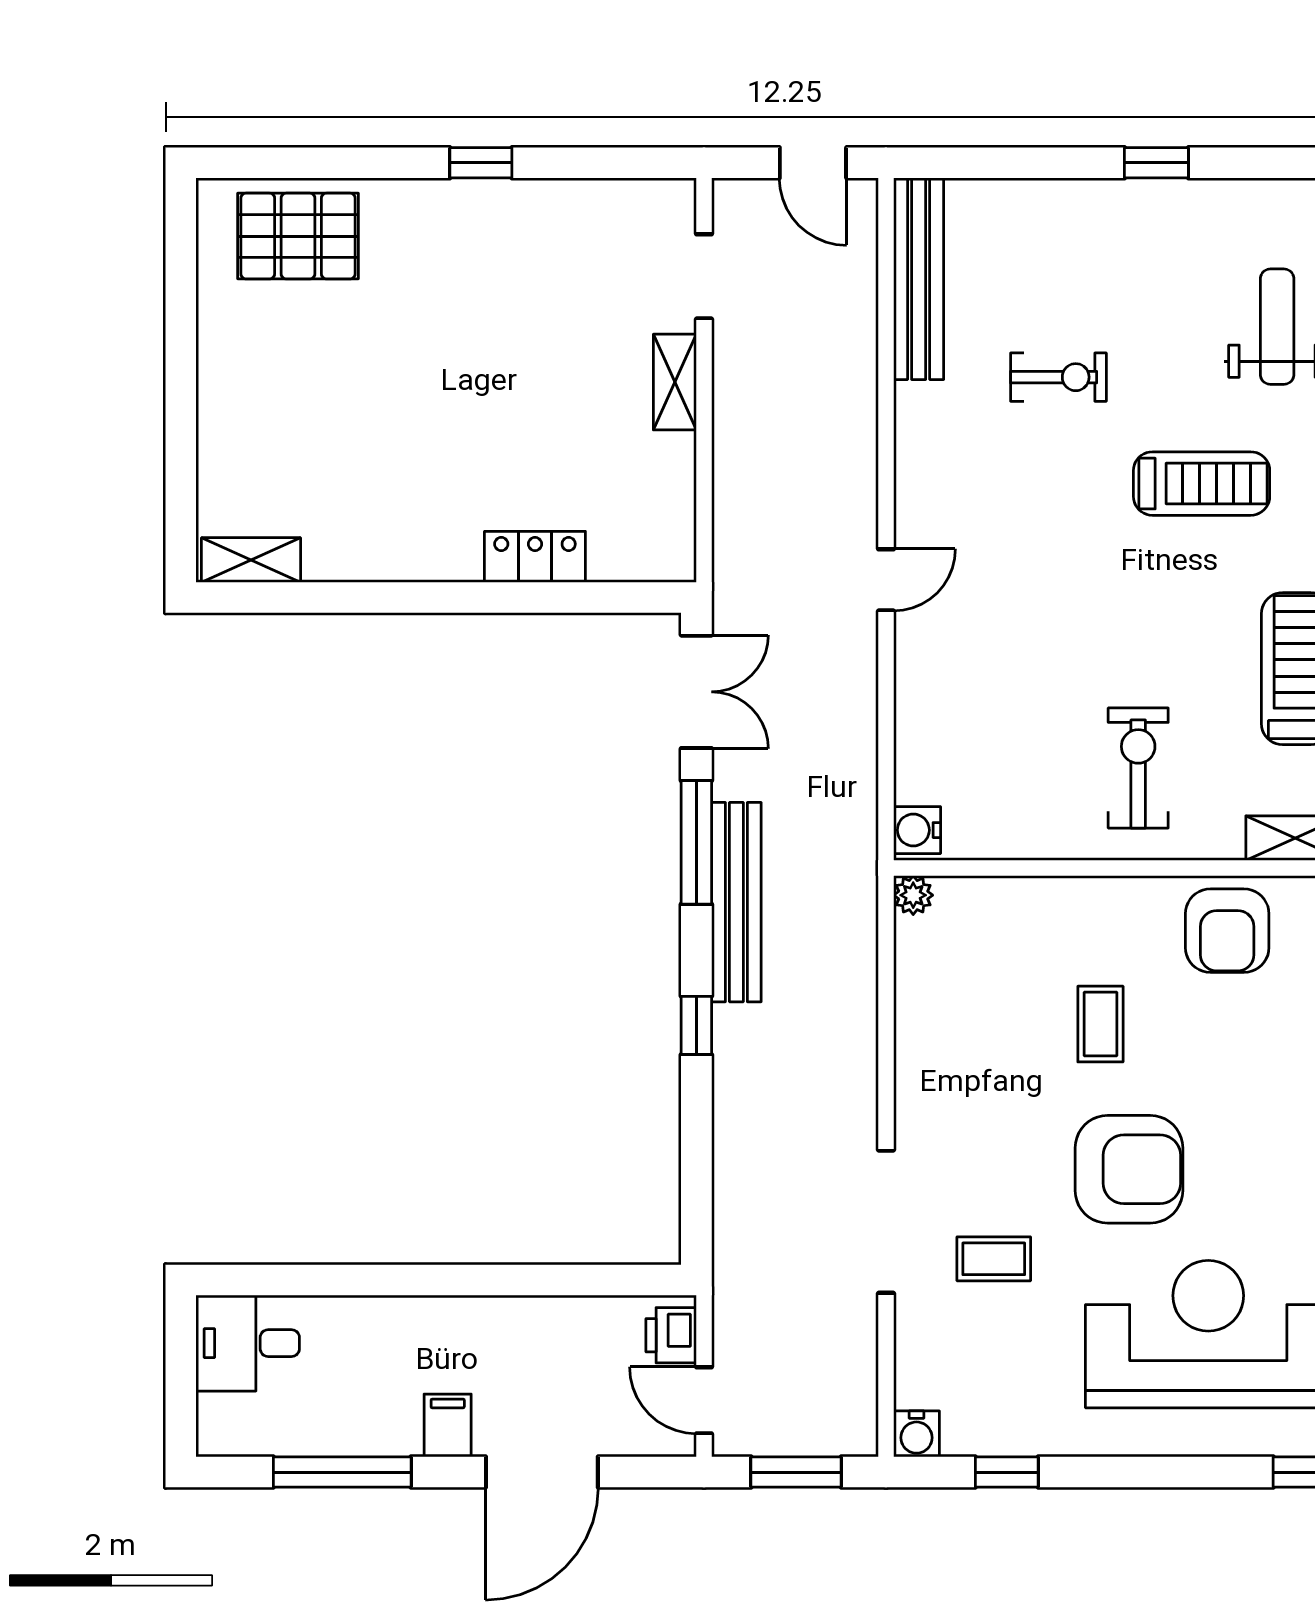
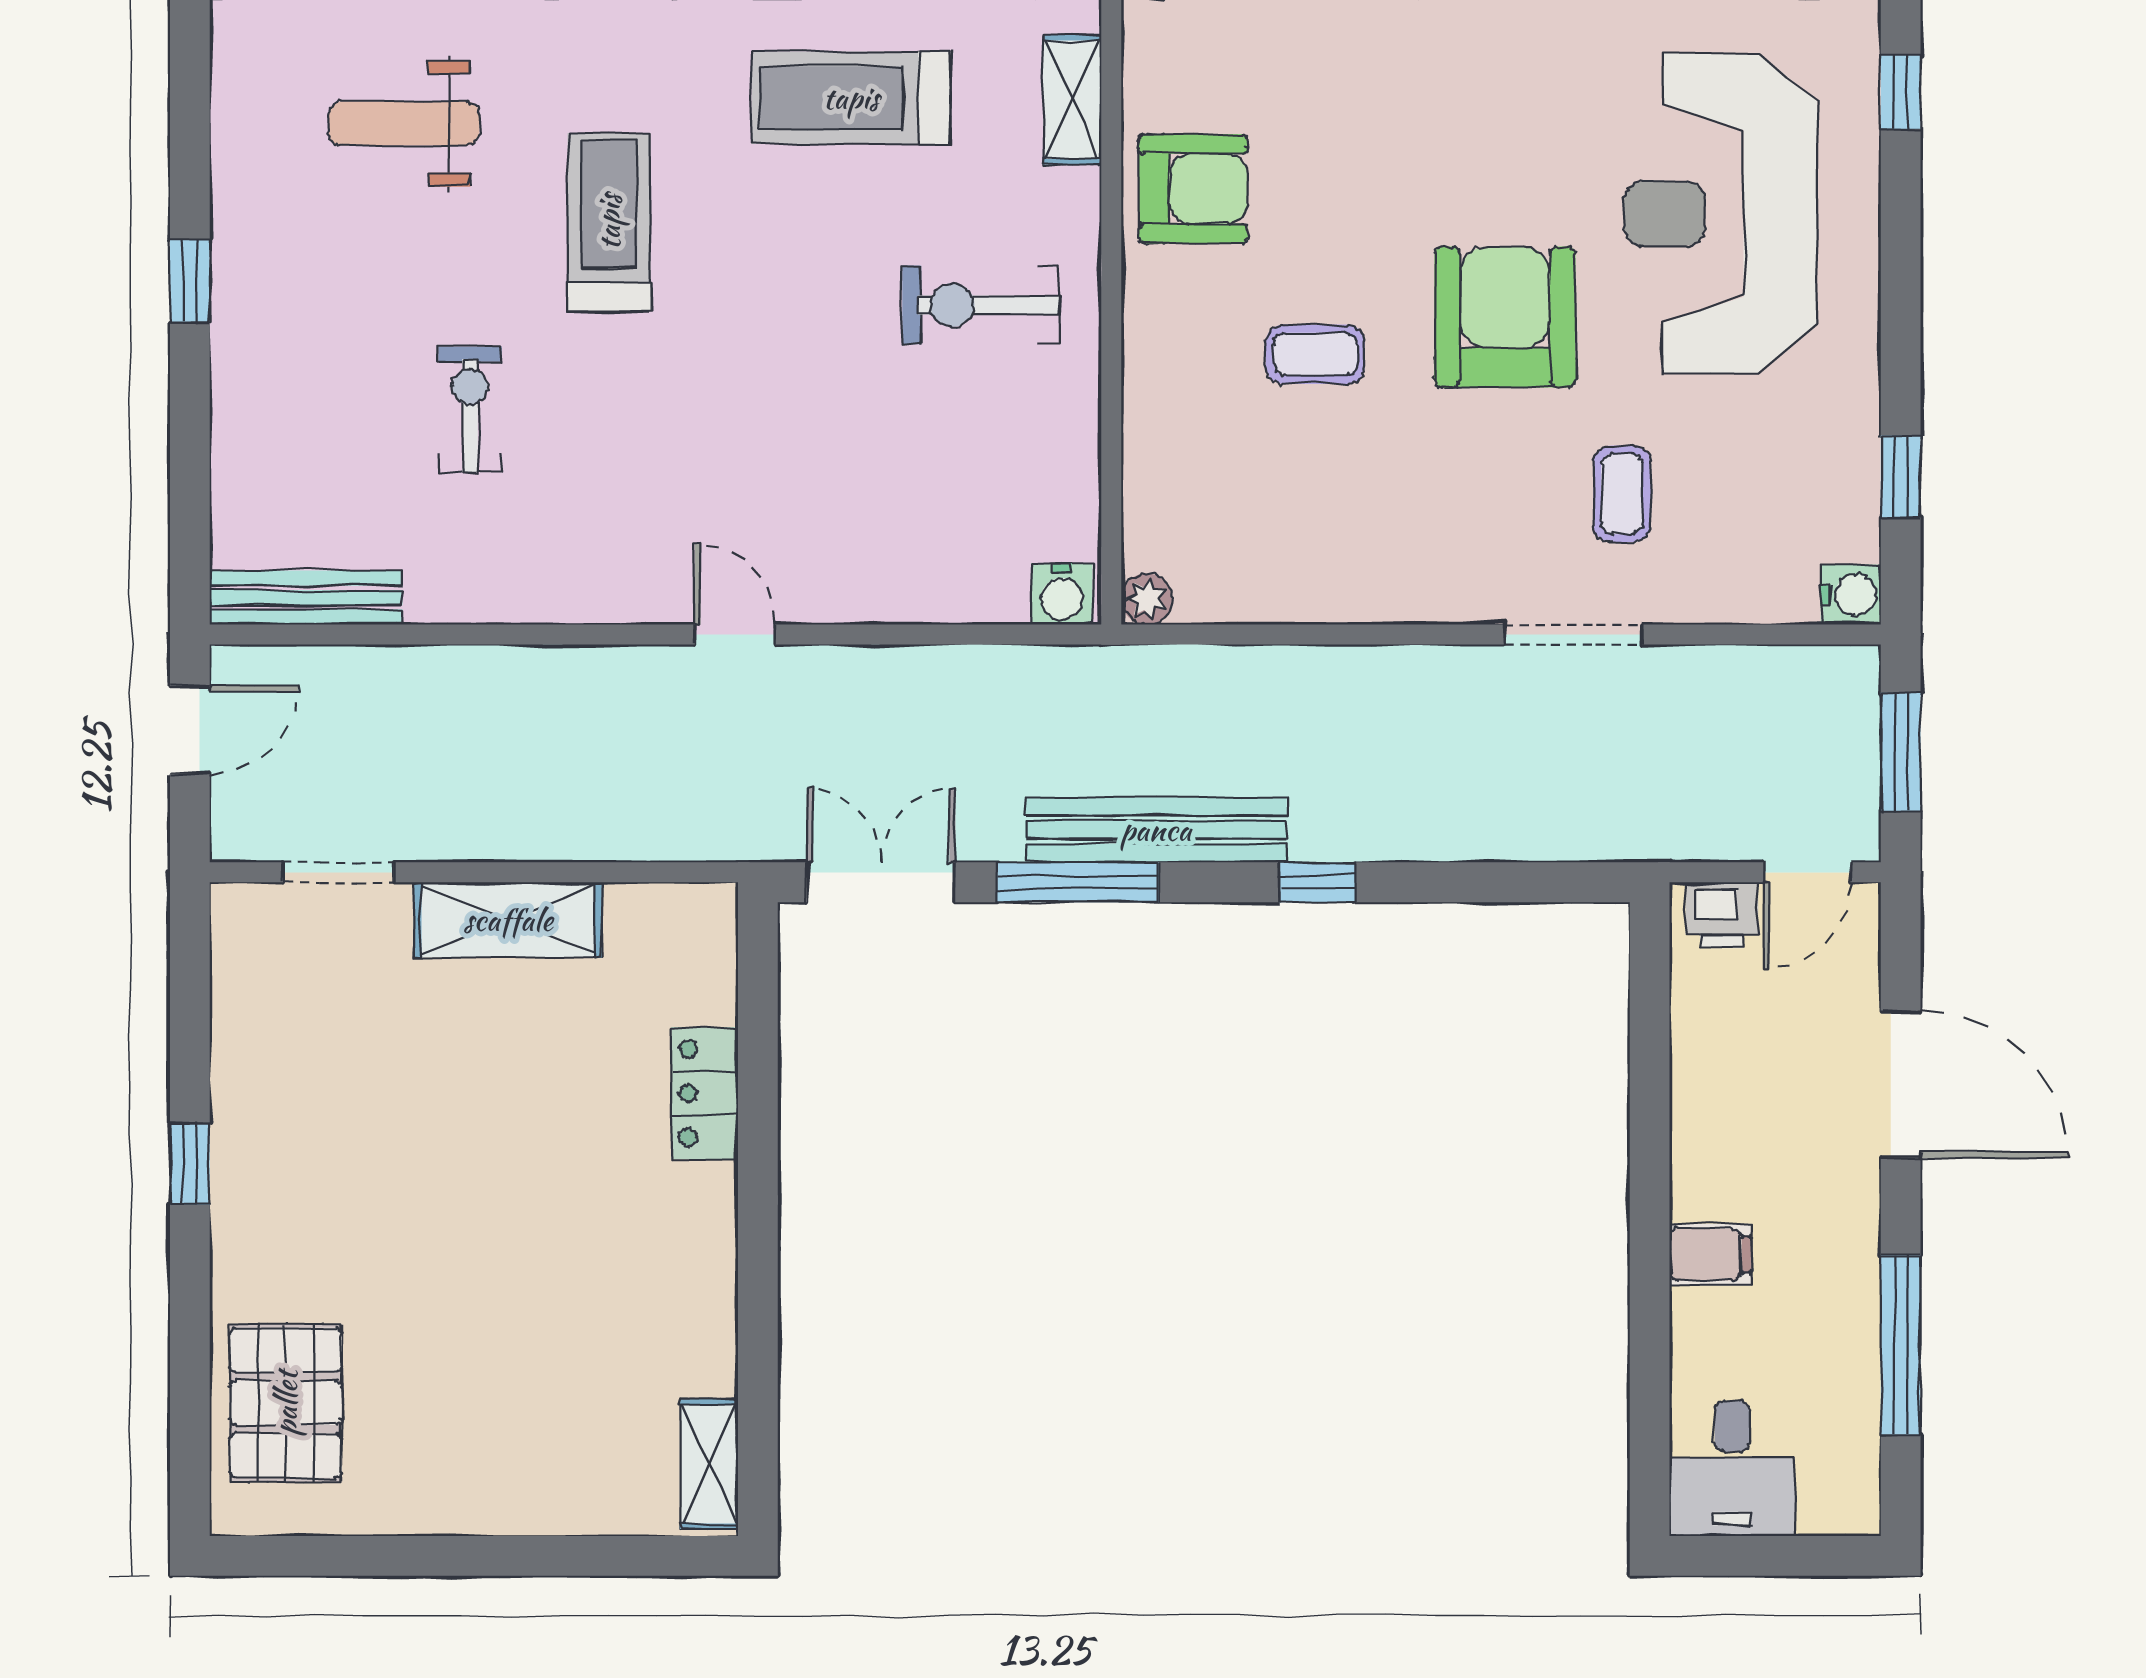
bench: (919, 279) -> (306, 598), width x0.73, depth x0.82
shelving: (675, 382) -> (508, 920), width x1.50, depth x1.33
doorway: (886, 1222) -> (1573, 634), width x0.73
filing cabinet: (448, 1425) -> (1710, 1255), moved, turned 180

